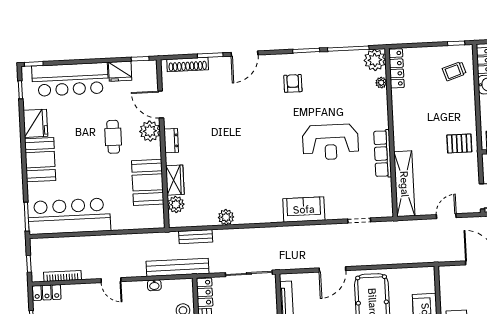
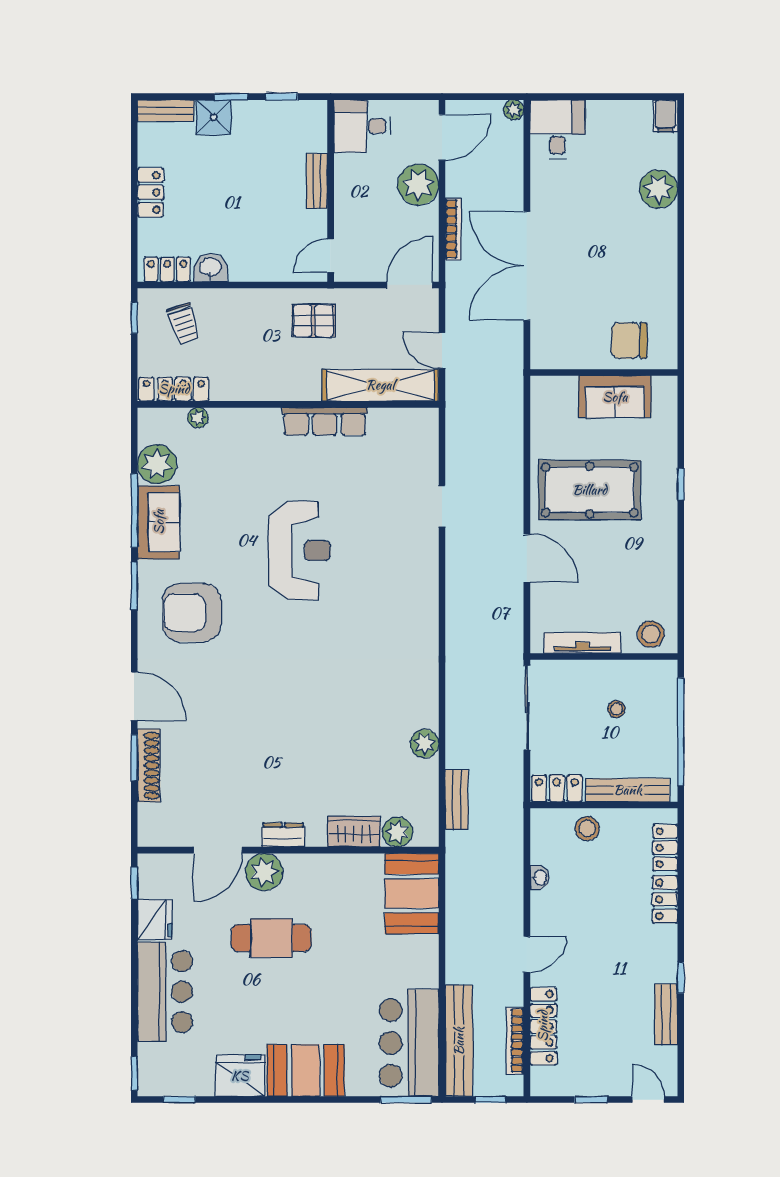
shoe rack: (188, 65) -> (149, 766), moved
locker: (396, 68) -> (174, 389), moved
bar counter: (70, 79) -> (165, 992), width x0.73
armchair: (293, 83) -> (192, 613), width x1.88, depth x1.88
plant: (381, 83) -> (198, 418), moved
wall: (391, 133) -> (288, 404), moved
cafe table: (113, 137) -> (271, 938), width x1.37, depth x1.35
pallet: (459, 143) -> (313, 321), turned 90
row of seats: (383, 154) -> (325, 421), moved
booth: (148, 182) -> (412, 894), moved, turned 90
shelving: (404, 184) -> (380, 385), moved
sofa: (304, 210) -> (159, 522), moved, turned 180
bar counter: (69, 216) -> (409, 1043), width x0.73
bench: (177, 267) -> (459, 1041), moved
locker: (47, 293) -> (543, 1026), moved, width x1.53

